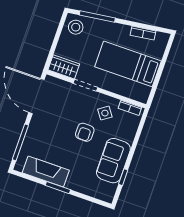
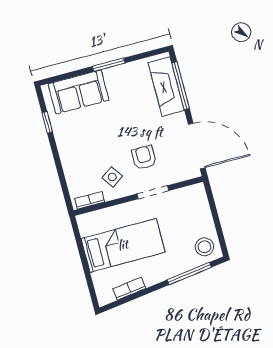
wardrobe: (64, 67) -> (189, 196), removed
armchair: (85, 132) -> (144, 158), moved
sofa: (113, 161) -> (78, 92), moved, turned 90
fireplace: (46, 171) -> (166, 87), moved, turned 90

